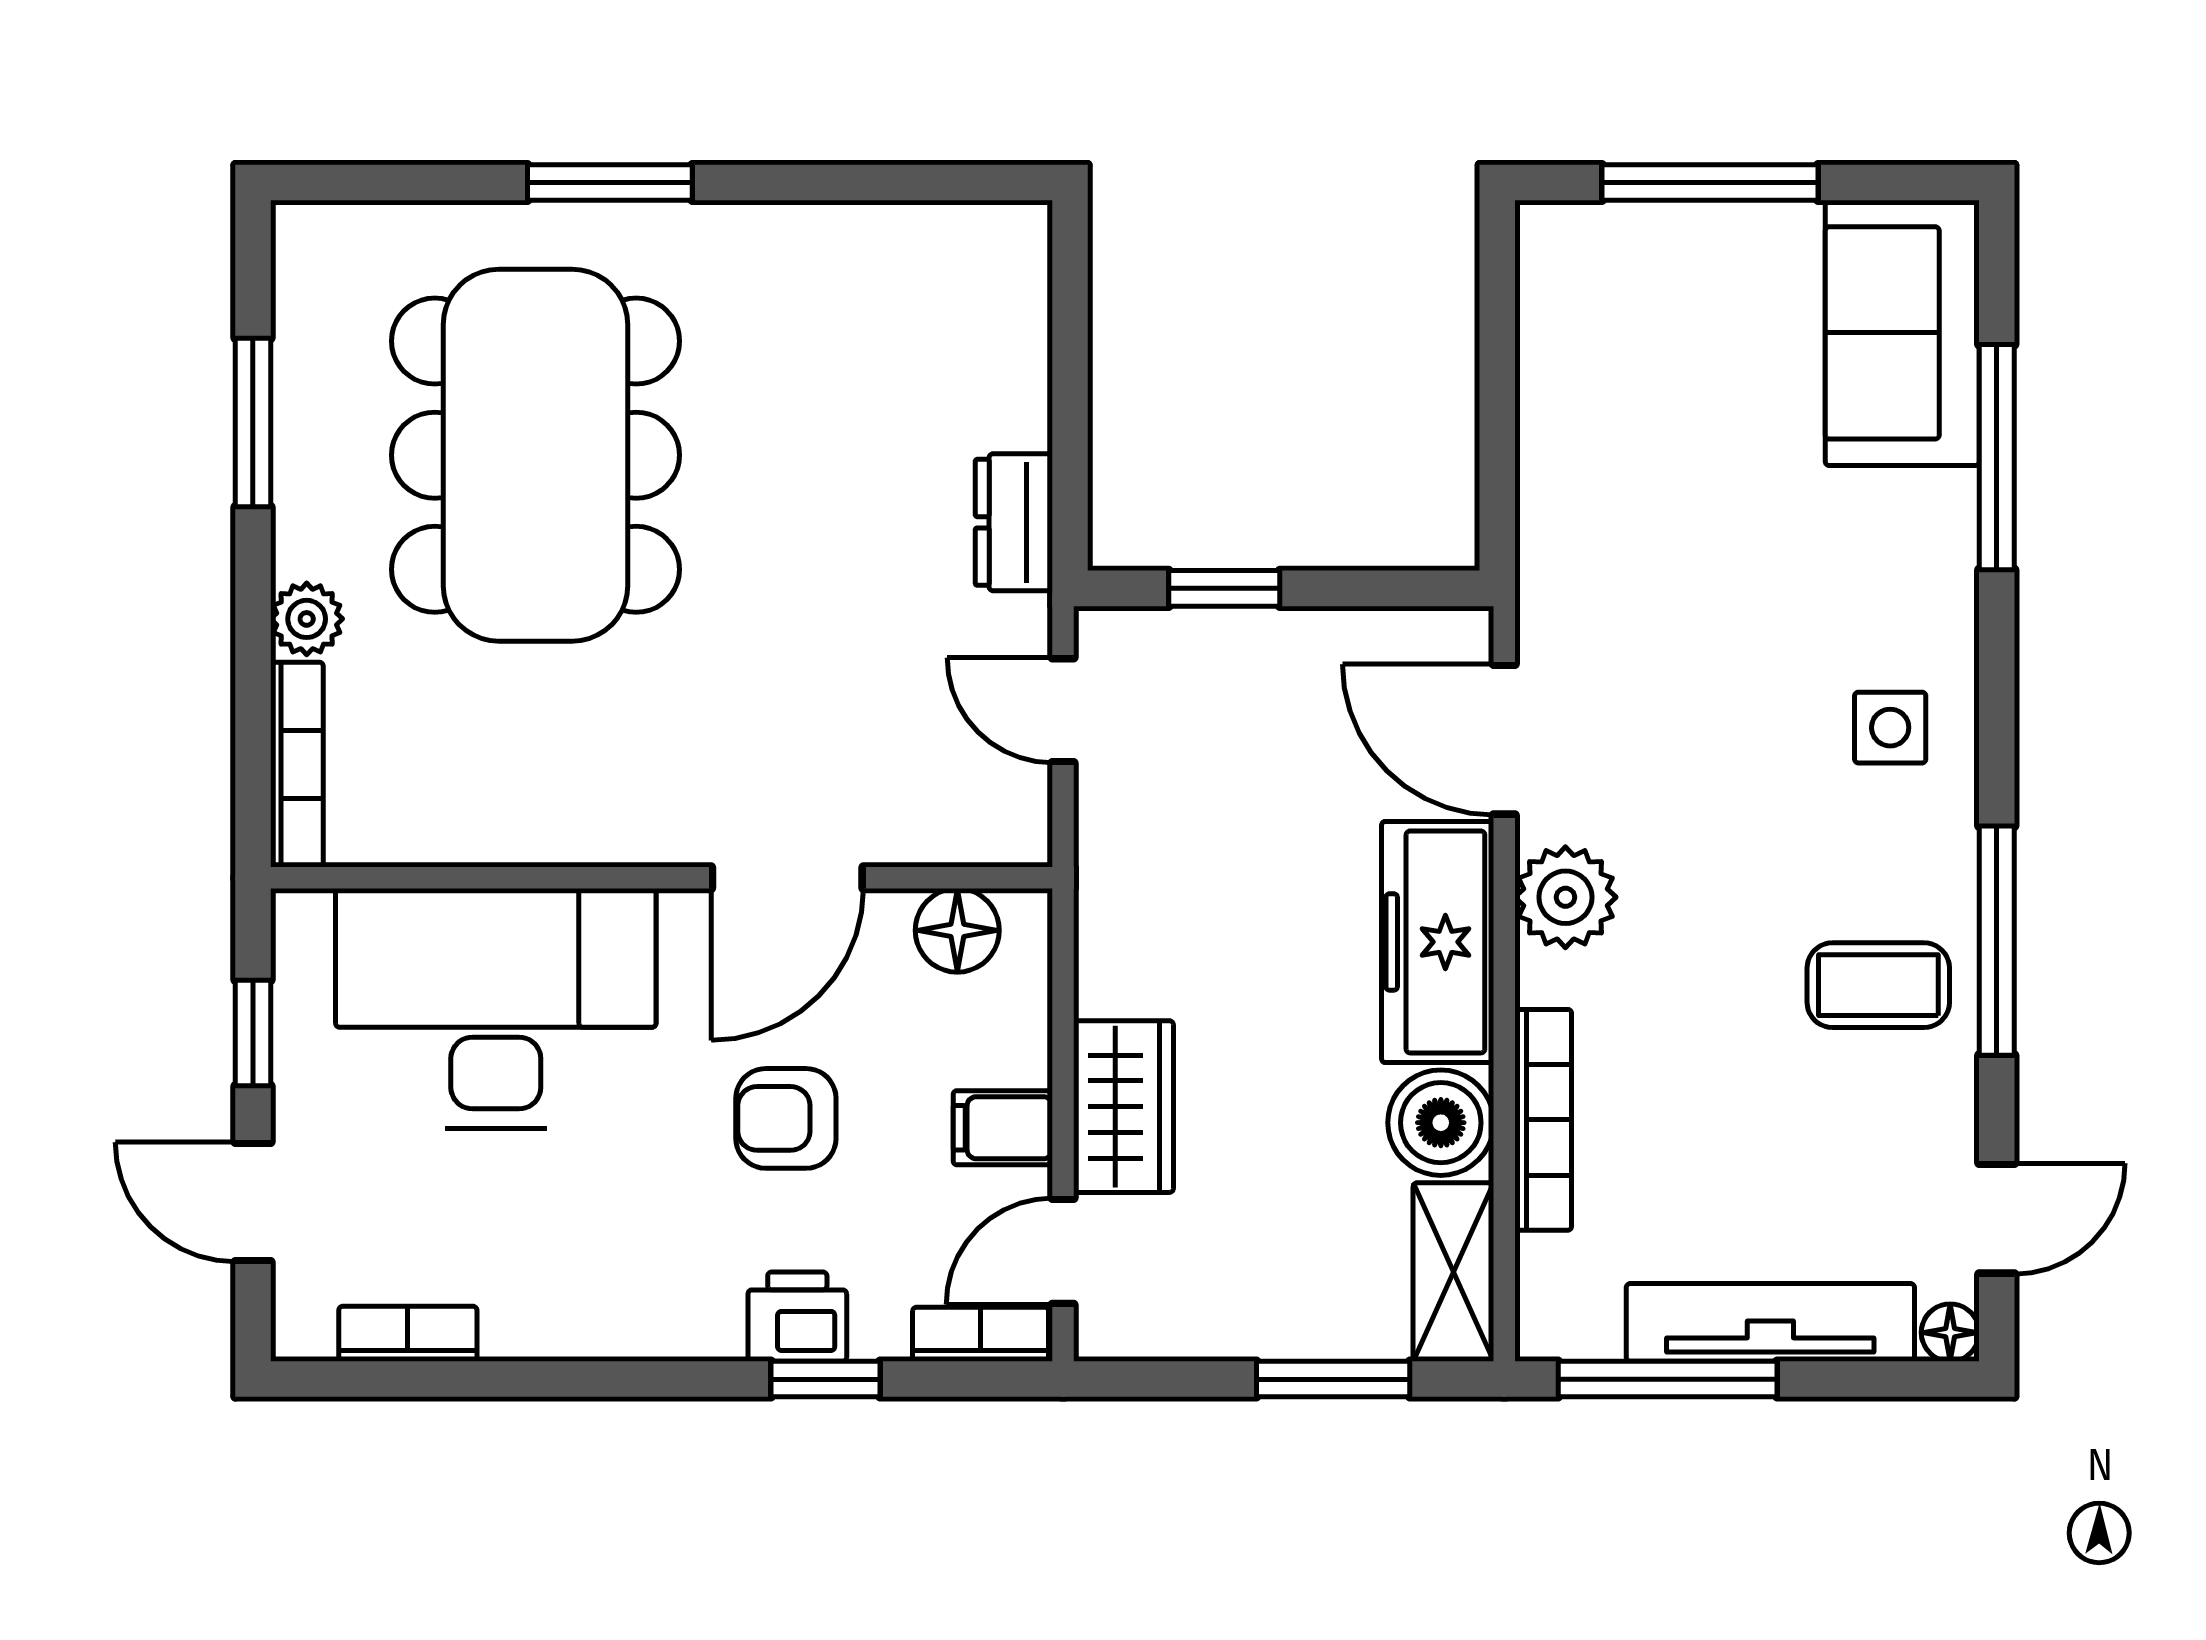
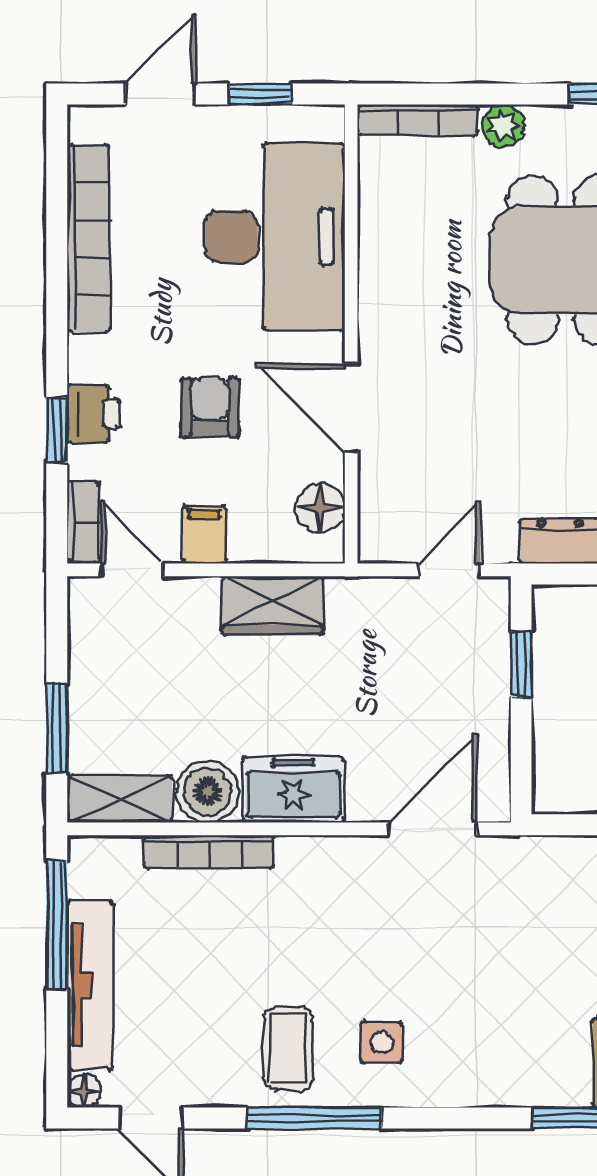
side table: (1890, 728) -> (382, 1042), moved
plant: (1565, 897) -> (340, 865), removed
freezer: (1438, 942) -> (293, 790), width x0.71
wardrobe: (1123, 1107) -> (273, 605), moved
bookcase: (408, 1334) -> (88, 238), width x2.31, depth x1.31

